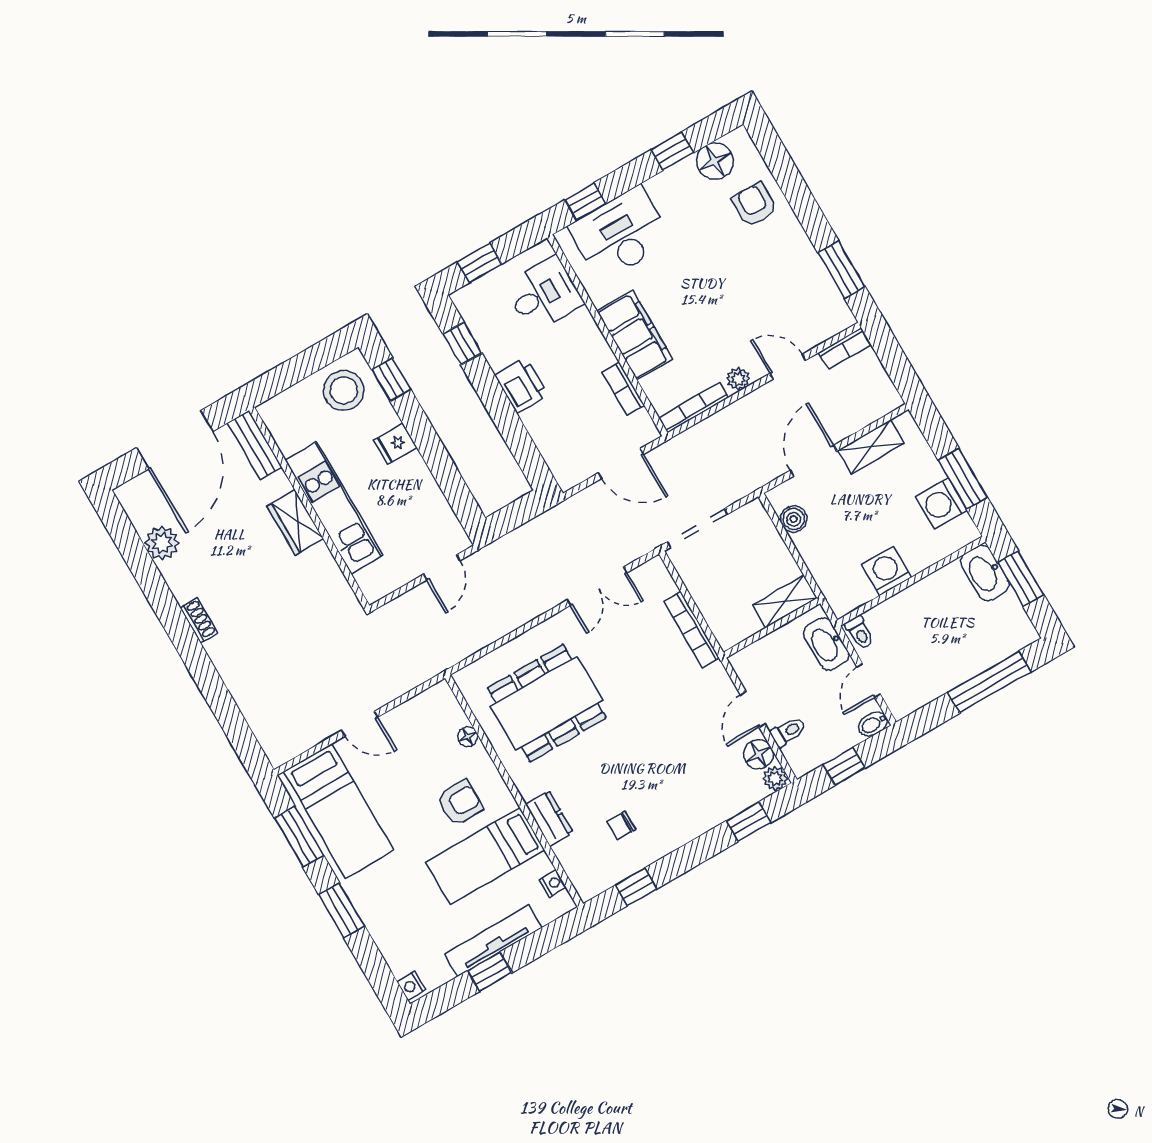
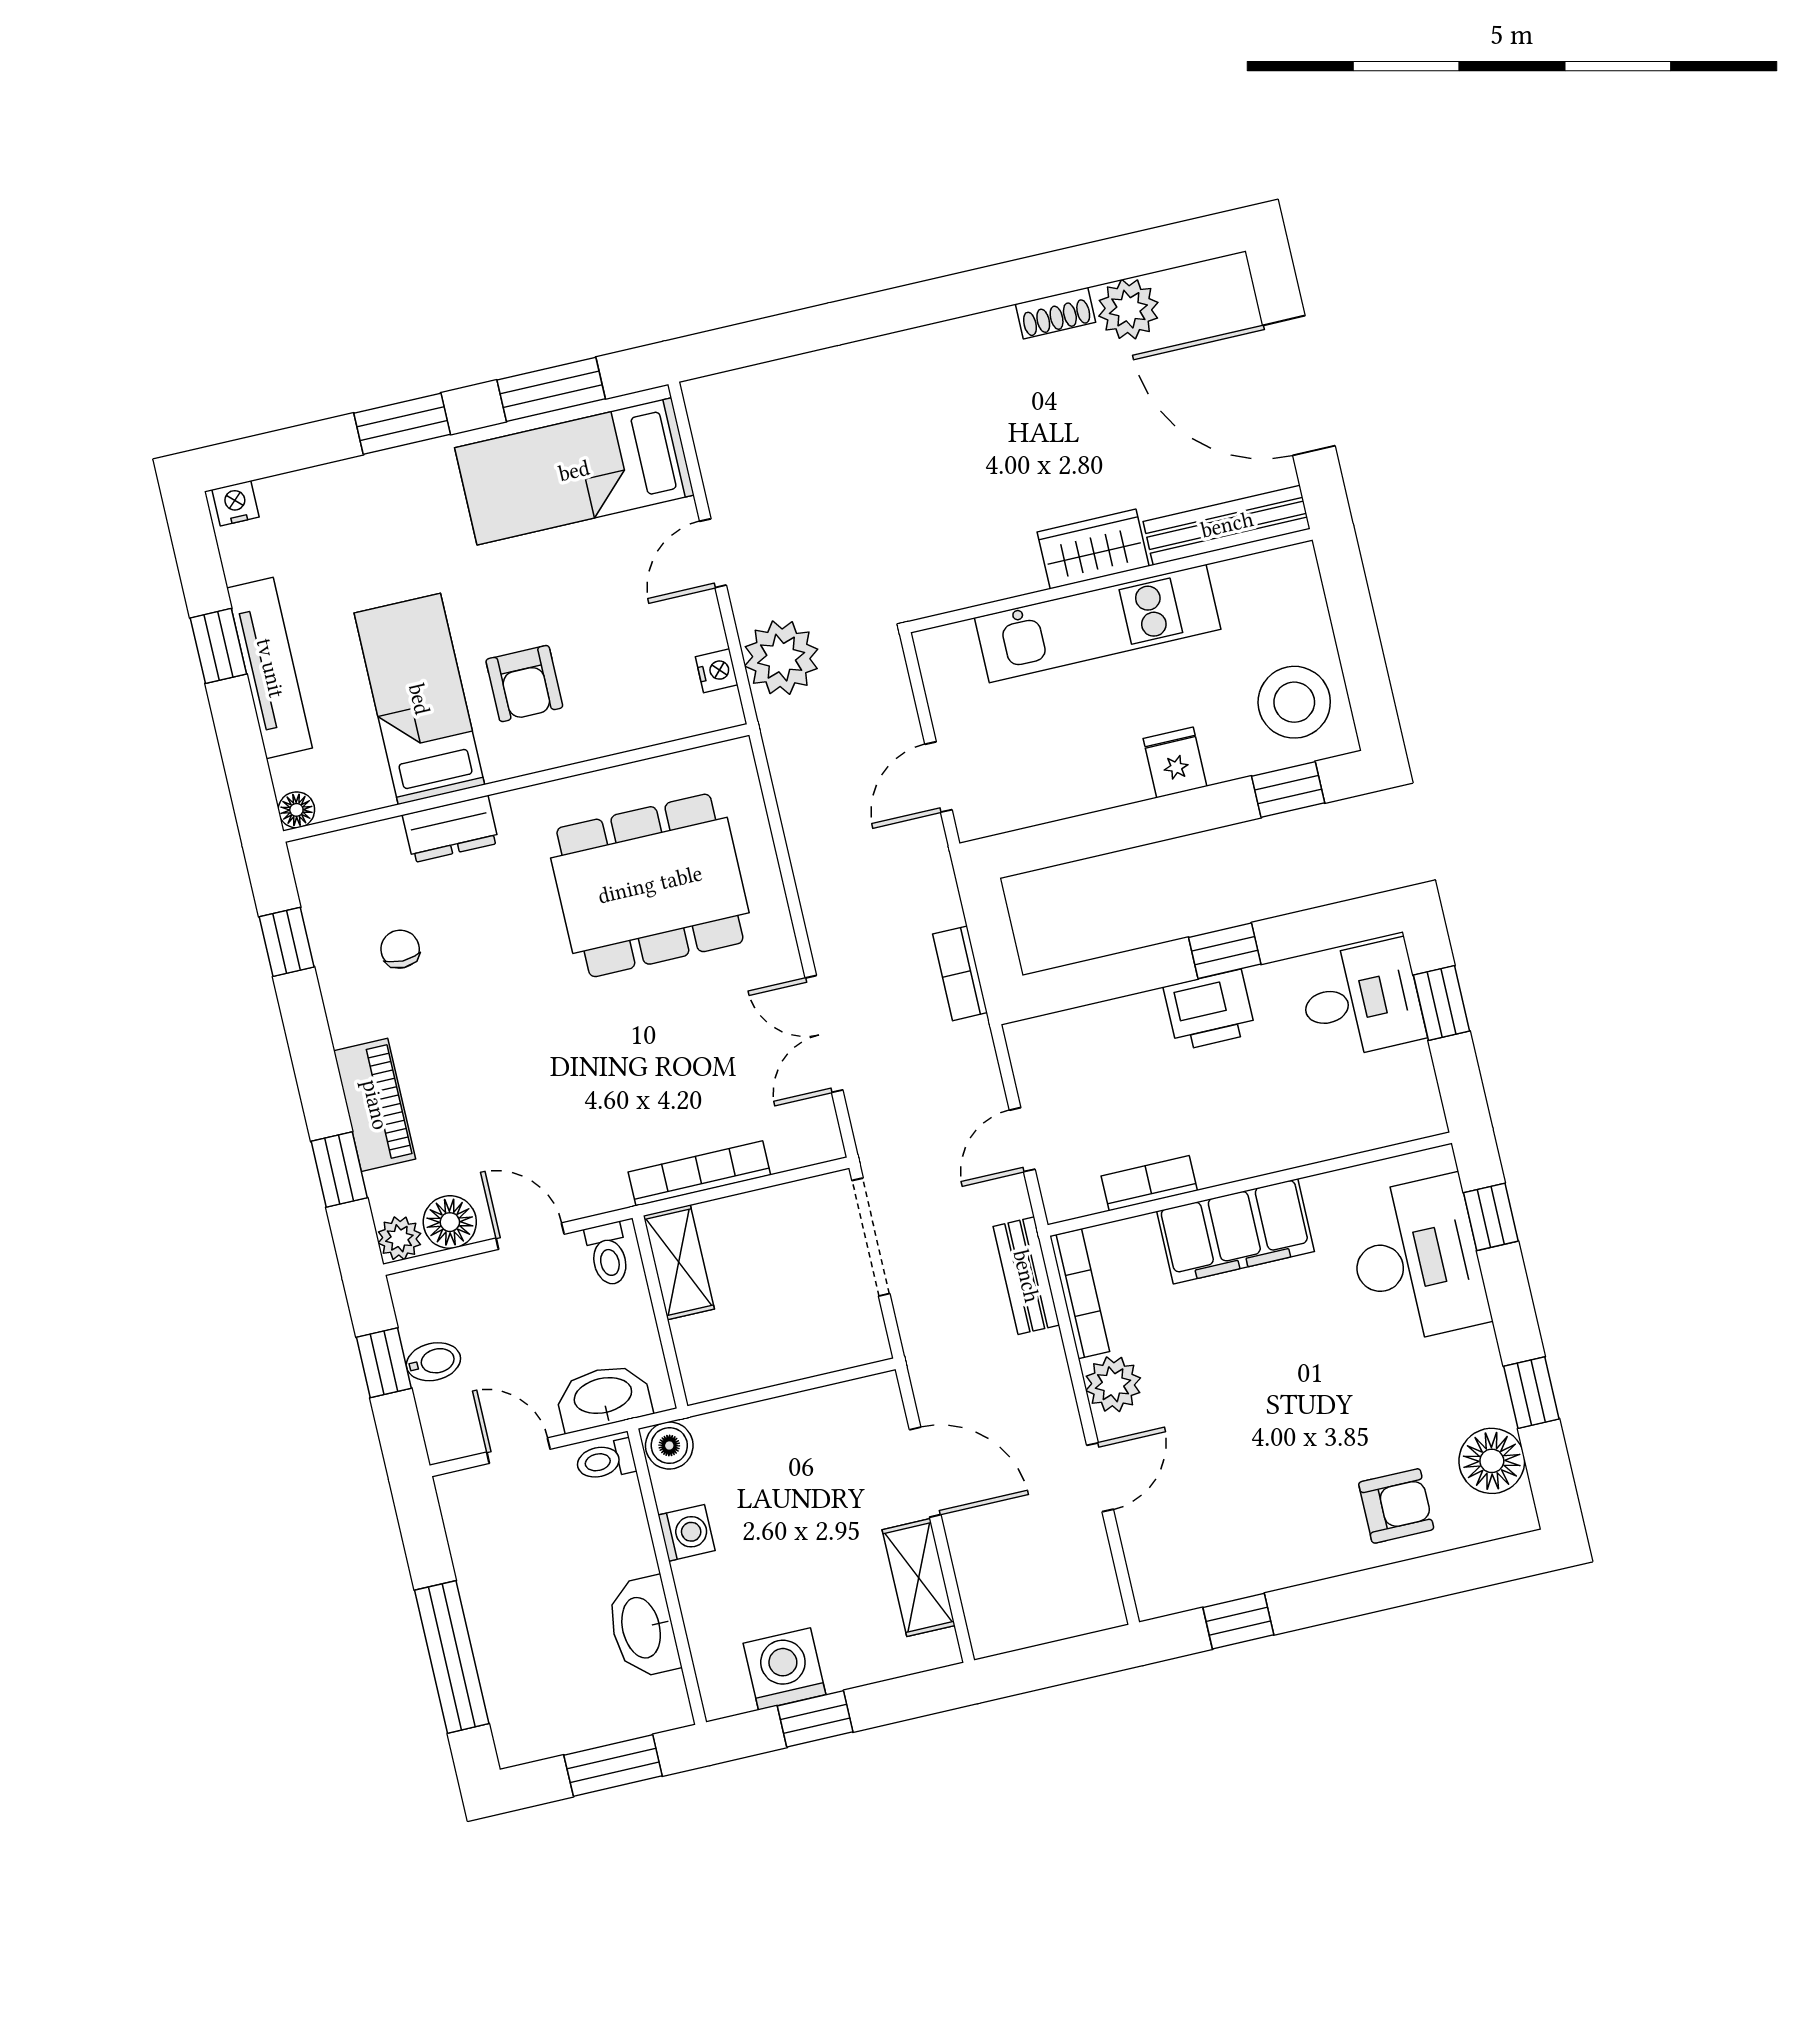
window: (842, 270) -> (1238, 1621), width x0.67
desk: (544, 294) -> (1361, 1000), moved, turned -90
window: (462, 344) -> (1225, 951), moved
bookcase: (845, 348) -> (960, 973), moved
plant: (738, 379) -> (1113, 1384), width x1.38, depth x1.38
bench: (693, 439) -> (1026, 1276), added
bench: (255, 445) -> (1227, 525), width x1.36
door: (621, 463) -> (1022, 1140), width x0.73
window: (963, 479) -> (815, 1719), width x0.67
boiler: (794, 519) -> (669, 1446), moved
door: (442, 567) -> (938, 777), hinge flipped
washing machine: (887, 571) -> (687, 1533), width x0.73, depth x0.73
washbasin: (985, 573) -> (643, 1627), moved, turned -90
shelving: (785, 601) -> (679, 1262), moved
shoe rack: (199, 620) -> (1056, 313), moved
plant: (404, 670) -> (781, 658), added
dining table: (547, 703) -> (650, 885), turned 90
bidet: (873, 724) -> (433, 1362), moved, turned 90
toilet: (788, 732) -> (608, 1254), moved
floor lamp: (468, 737) -> (296, 810), moved
piano: (708, 814) -> (375, 1105), added
nightstand: (553, 884) -> (717, 671), moved, turned -90

